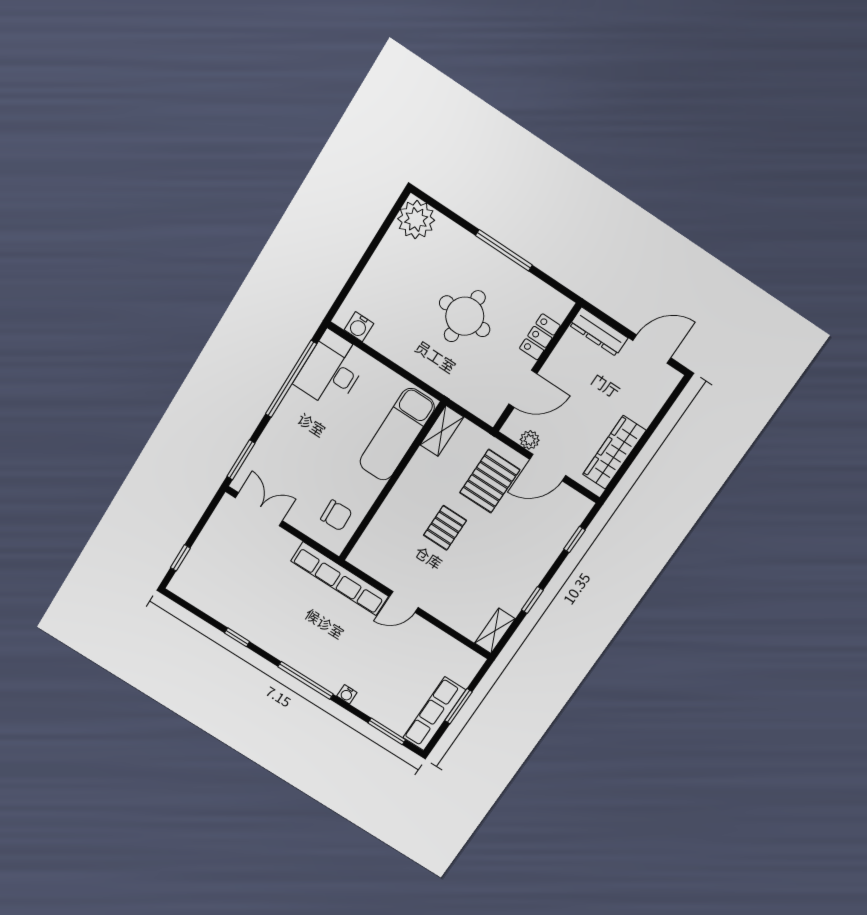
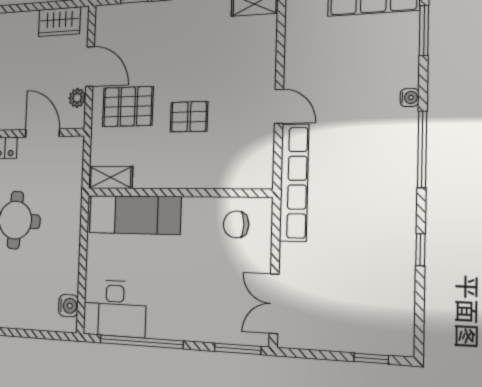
wardrobe: (614, 452) -> (59, 22), width x0.67
chair: (336, 515) -> (236, 224), turned -88

